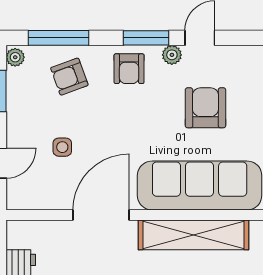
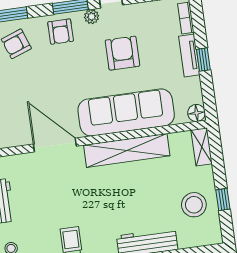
side table: (62, 147) -> (18, 98), removed
door: (101, 215) -> (55, 145), hinge flipped

